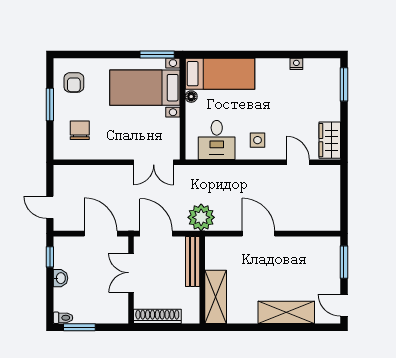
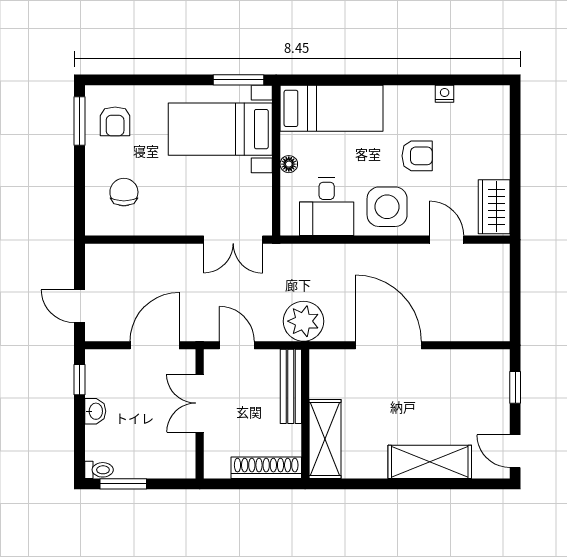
window: (344, 84) -> (515, 124), removed
floor lamp: (191, 97) -> (289, 164), moved
window: (50, 104) -> (80, 121), moved
armchair: (278, 106) -> (417, 156), added
side table: (258, 140) -> (387, 207), width x1.87, depth x1.87
door: (101, 234) -> (155, 345), hinge flipped
door: (156, 234) -> (237, 345), width x0.73
door: (258, 234) -> (388, 345), width x1.36
window: (344, 262) -> (515, 387), width x0.67
shoe rack: (157, 316) -> (266, 468), moved

